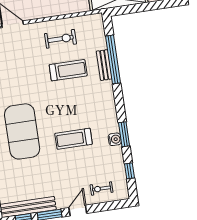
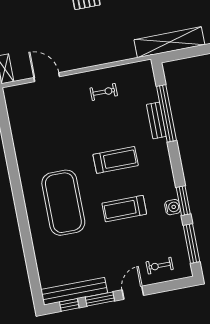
exercise bike: (60, 39) -> (104, 92), width x0.73, depth x0.72
treadmill: (68, 70) -> (116, 160), moved
window: (129, 171) -> (192, 244), width x2.17

